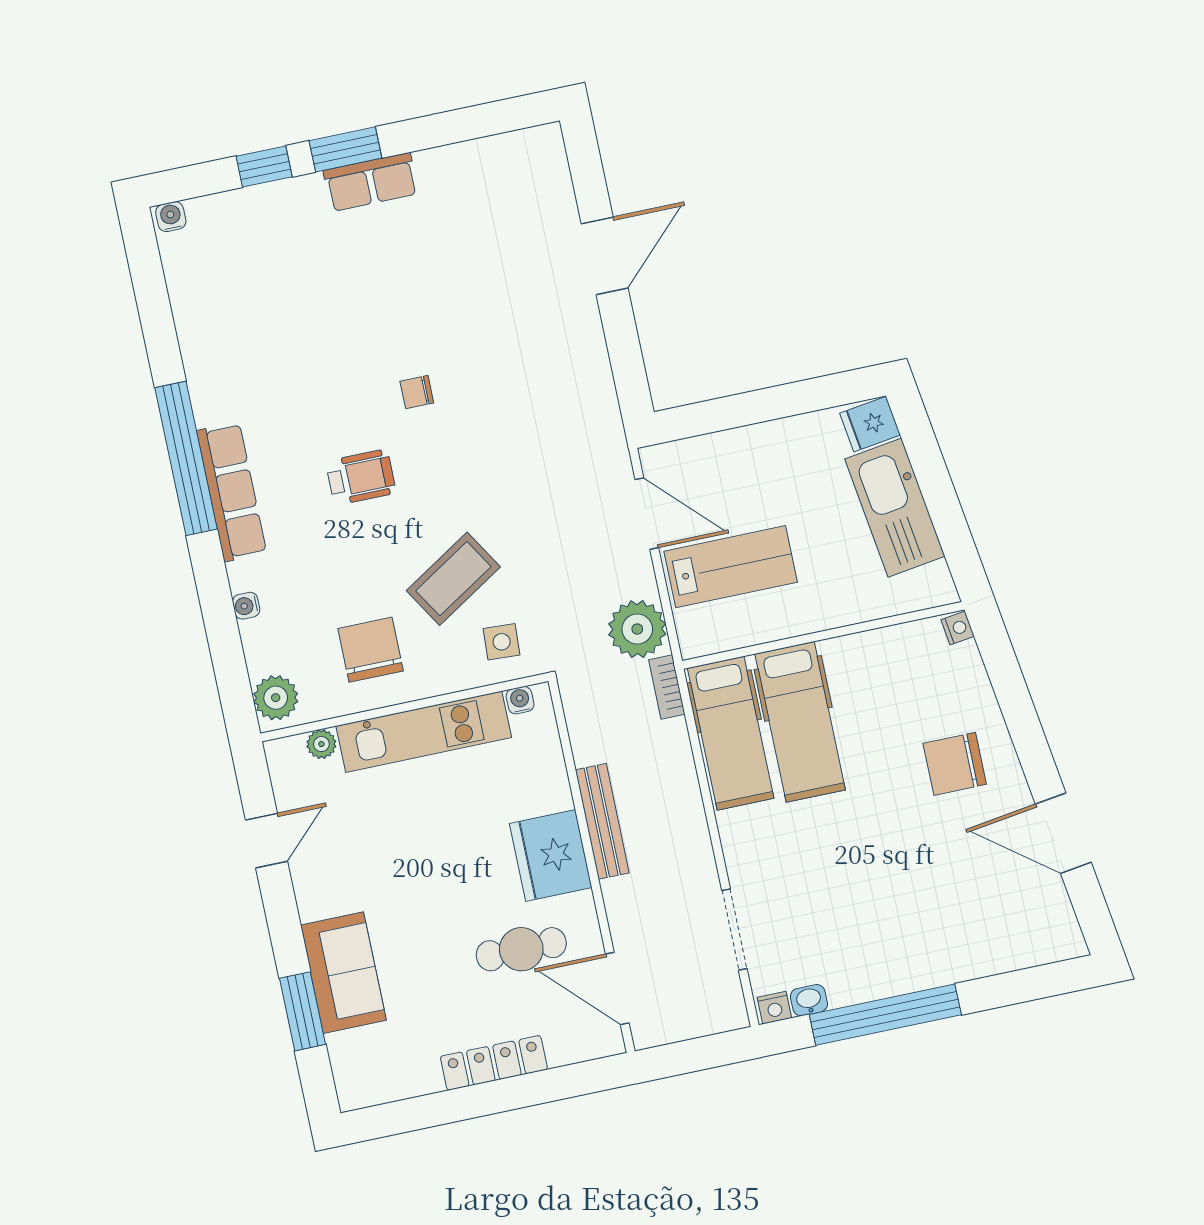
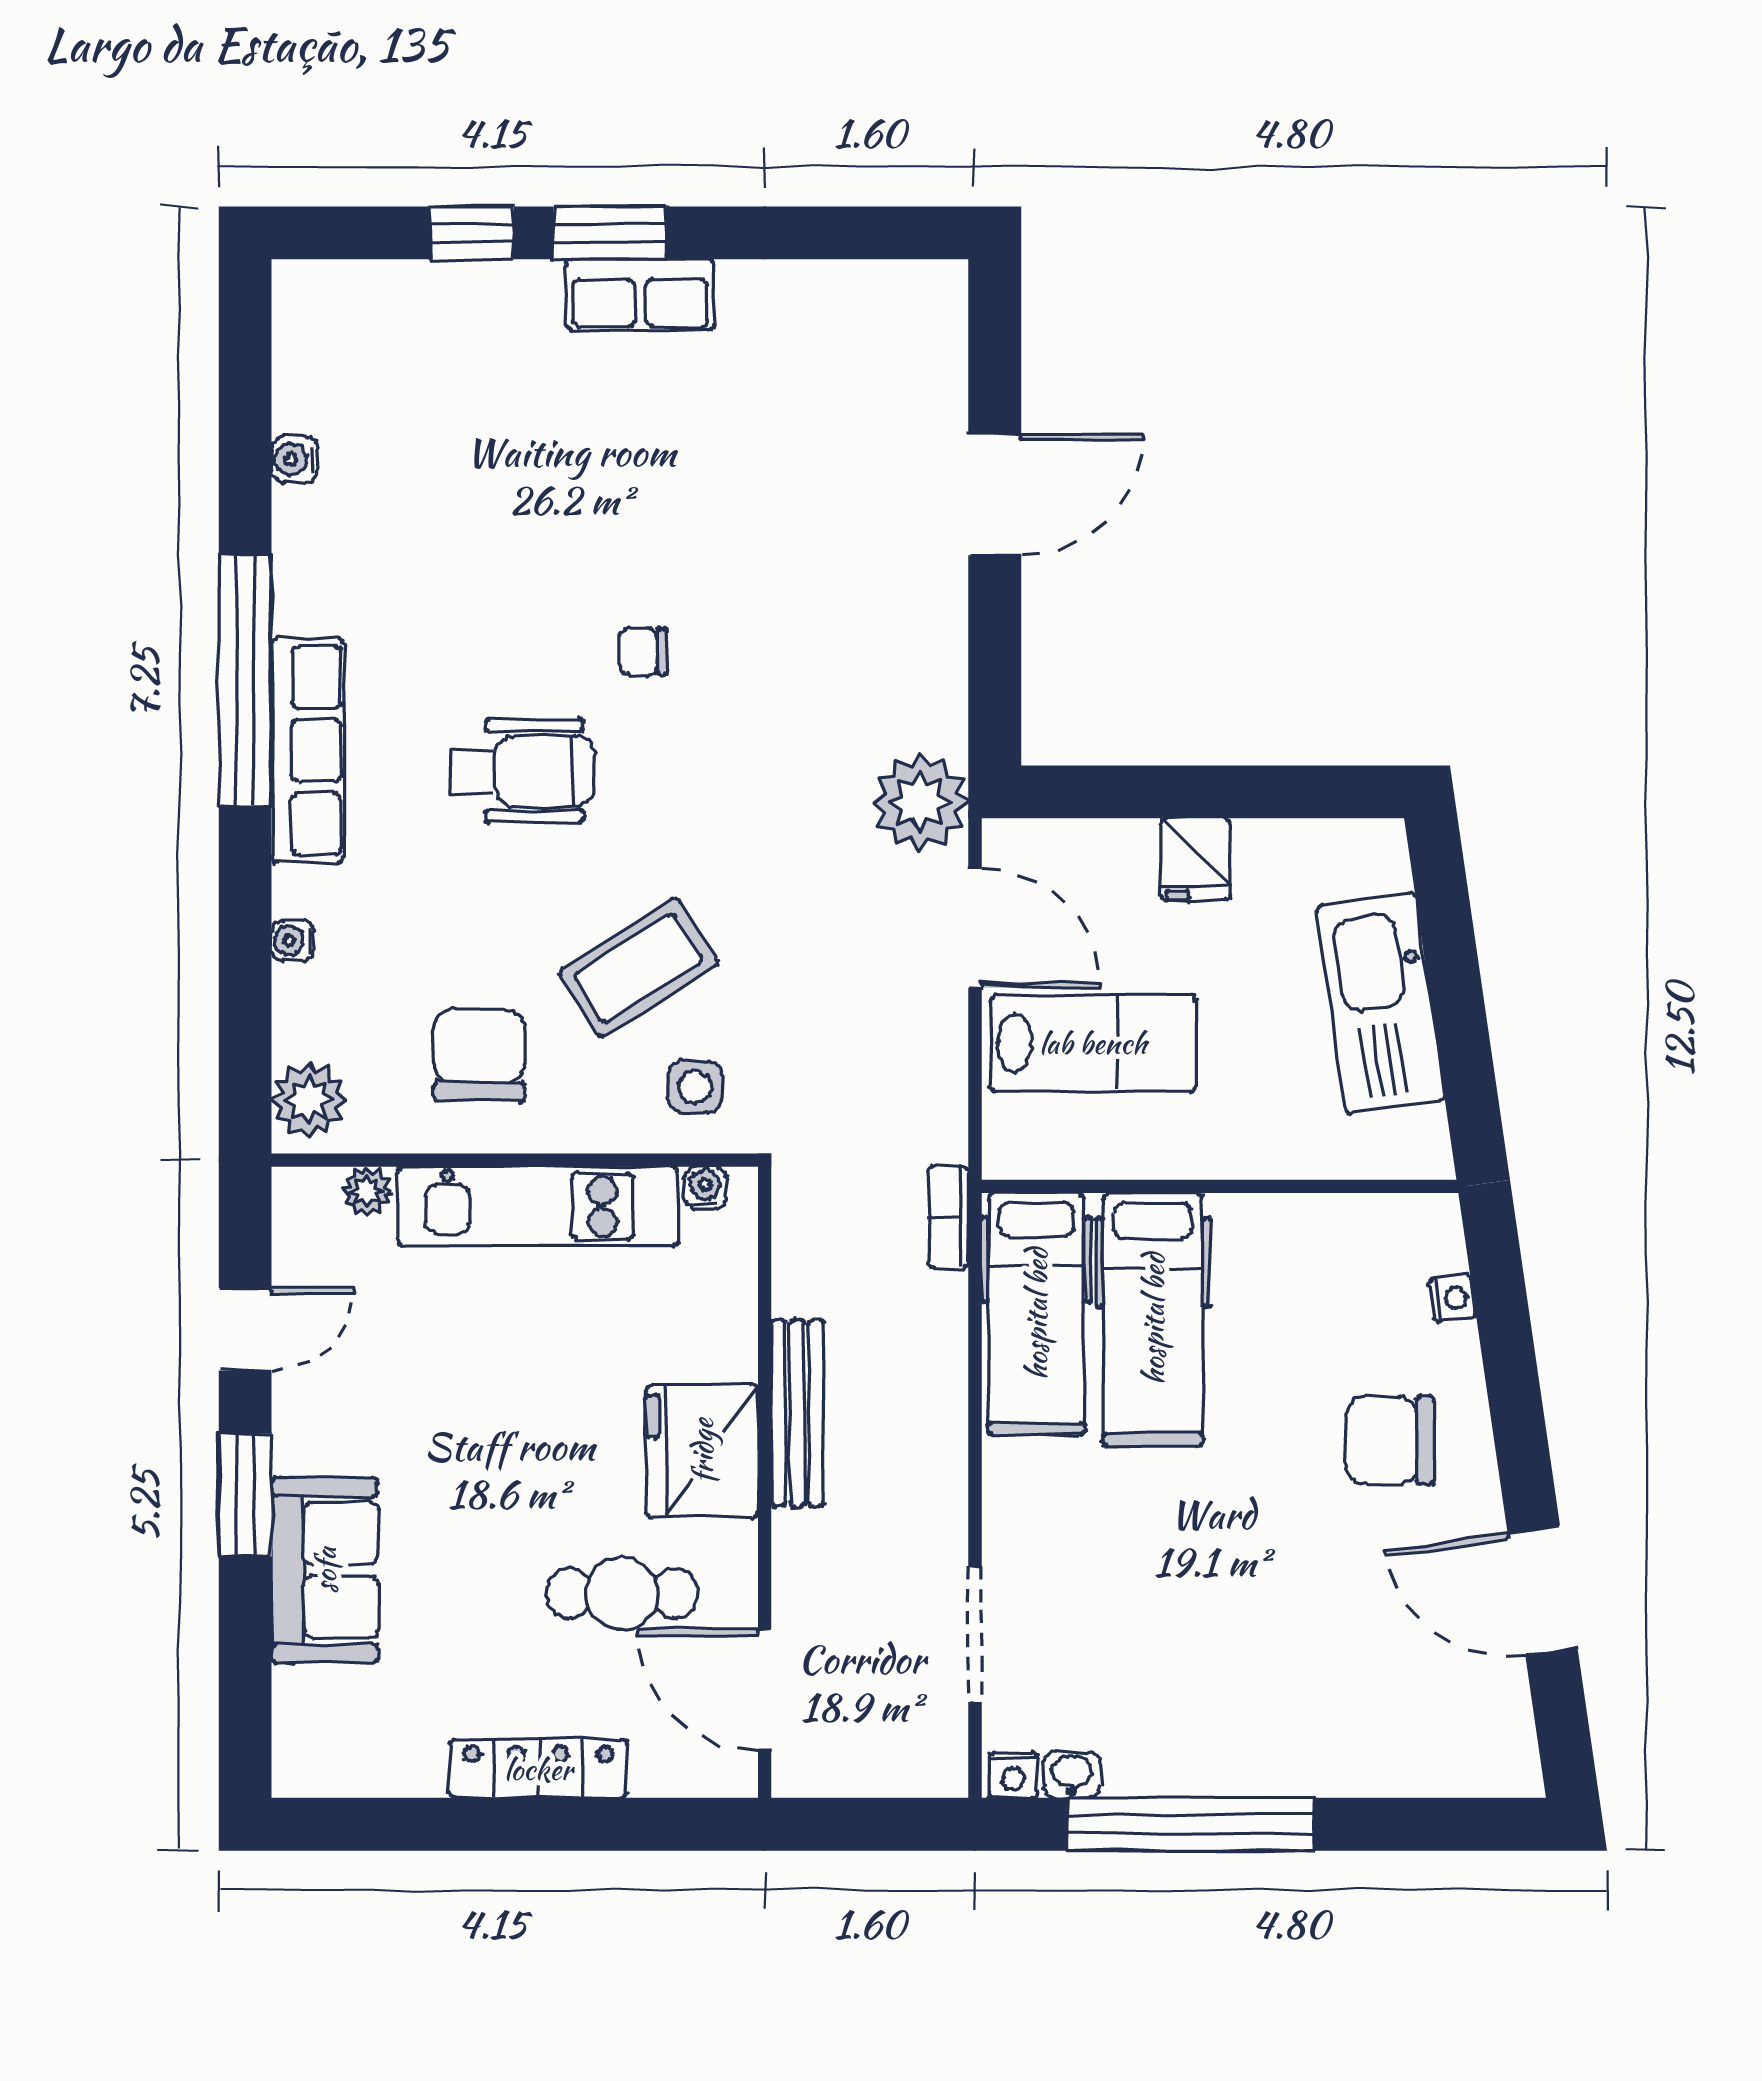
water cooler: (171, 217) -> (295, 459), moved, turned -90
fridge: (870, 424) -> (1196, 859), moved, turned -82
wheelchair: (361, 477) -> (523, 771), width x1.36, depth x1.37
nightstand: (958, 628) -> (1452, 1298), moved
plant: (637, 629) -> (920, 802), moved
window: (303, 1011) -> (245, 1495), moved

